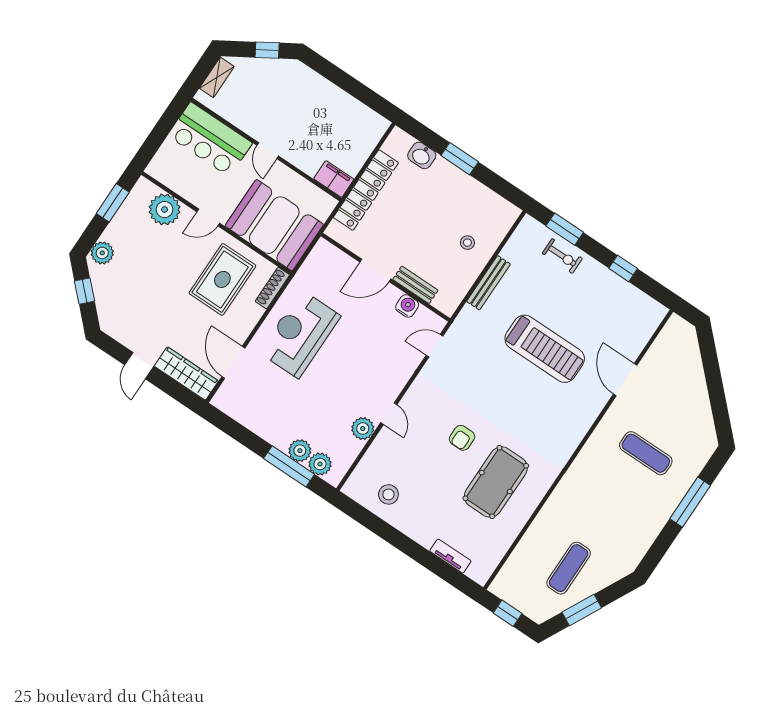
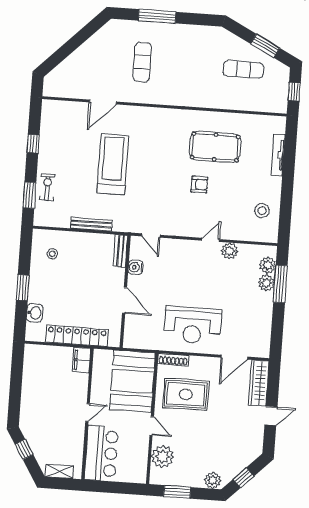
stool: (467, 243) -> (52, 254), moved
bench: (415, 285) -> (120, 251), moved
tv unit: (450, 556) -> (278, 155), width x1.41

